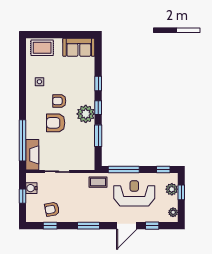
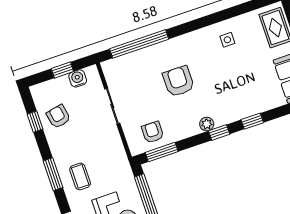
armchair: (59, 101) -> (153, 132), moved
plant: (86, 114) -> (207, 124), width x0.53, depth x0.53
window: (98, 136) -> (162, 152), moved
fireplace: (32, 155) -> (124, 64), removed
coffee table: (98, 182) -> (80, 176), moved

